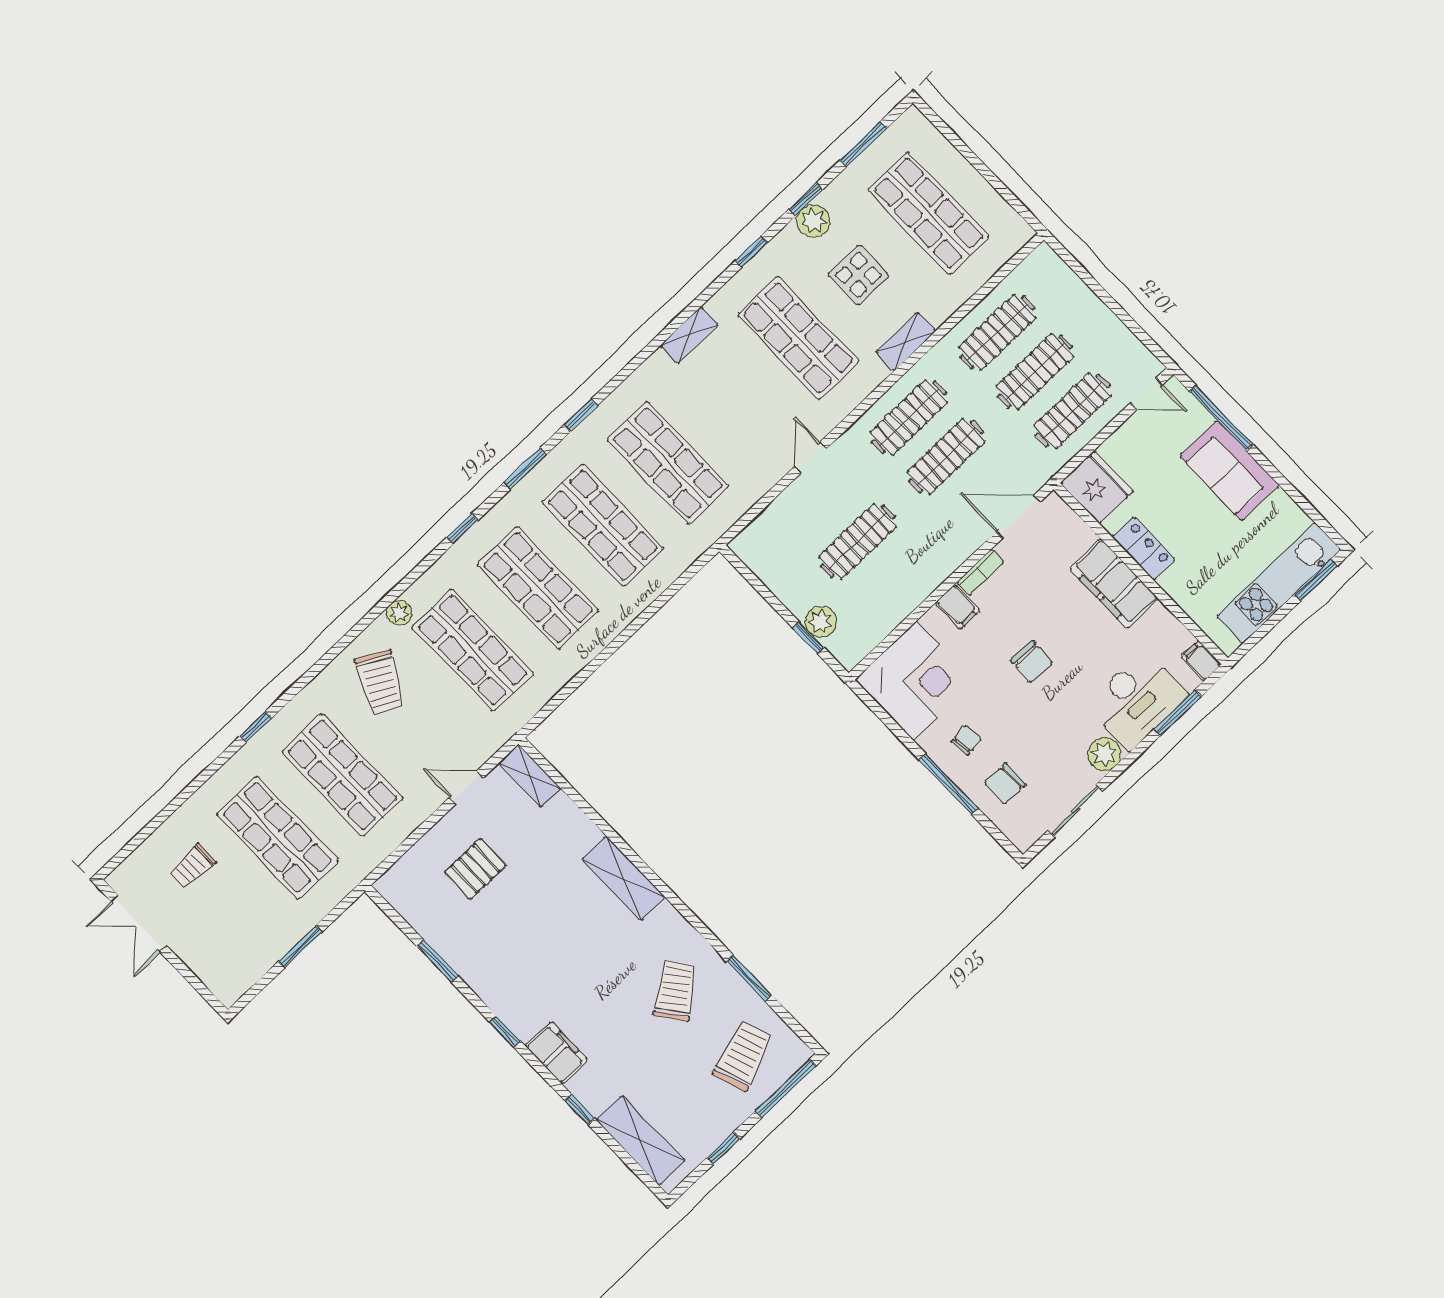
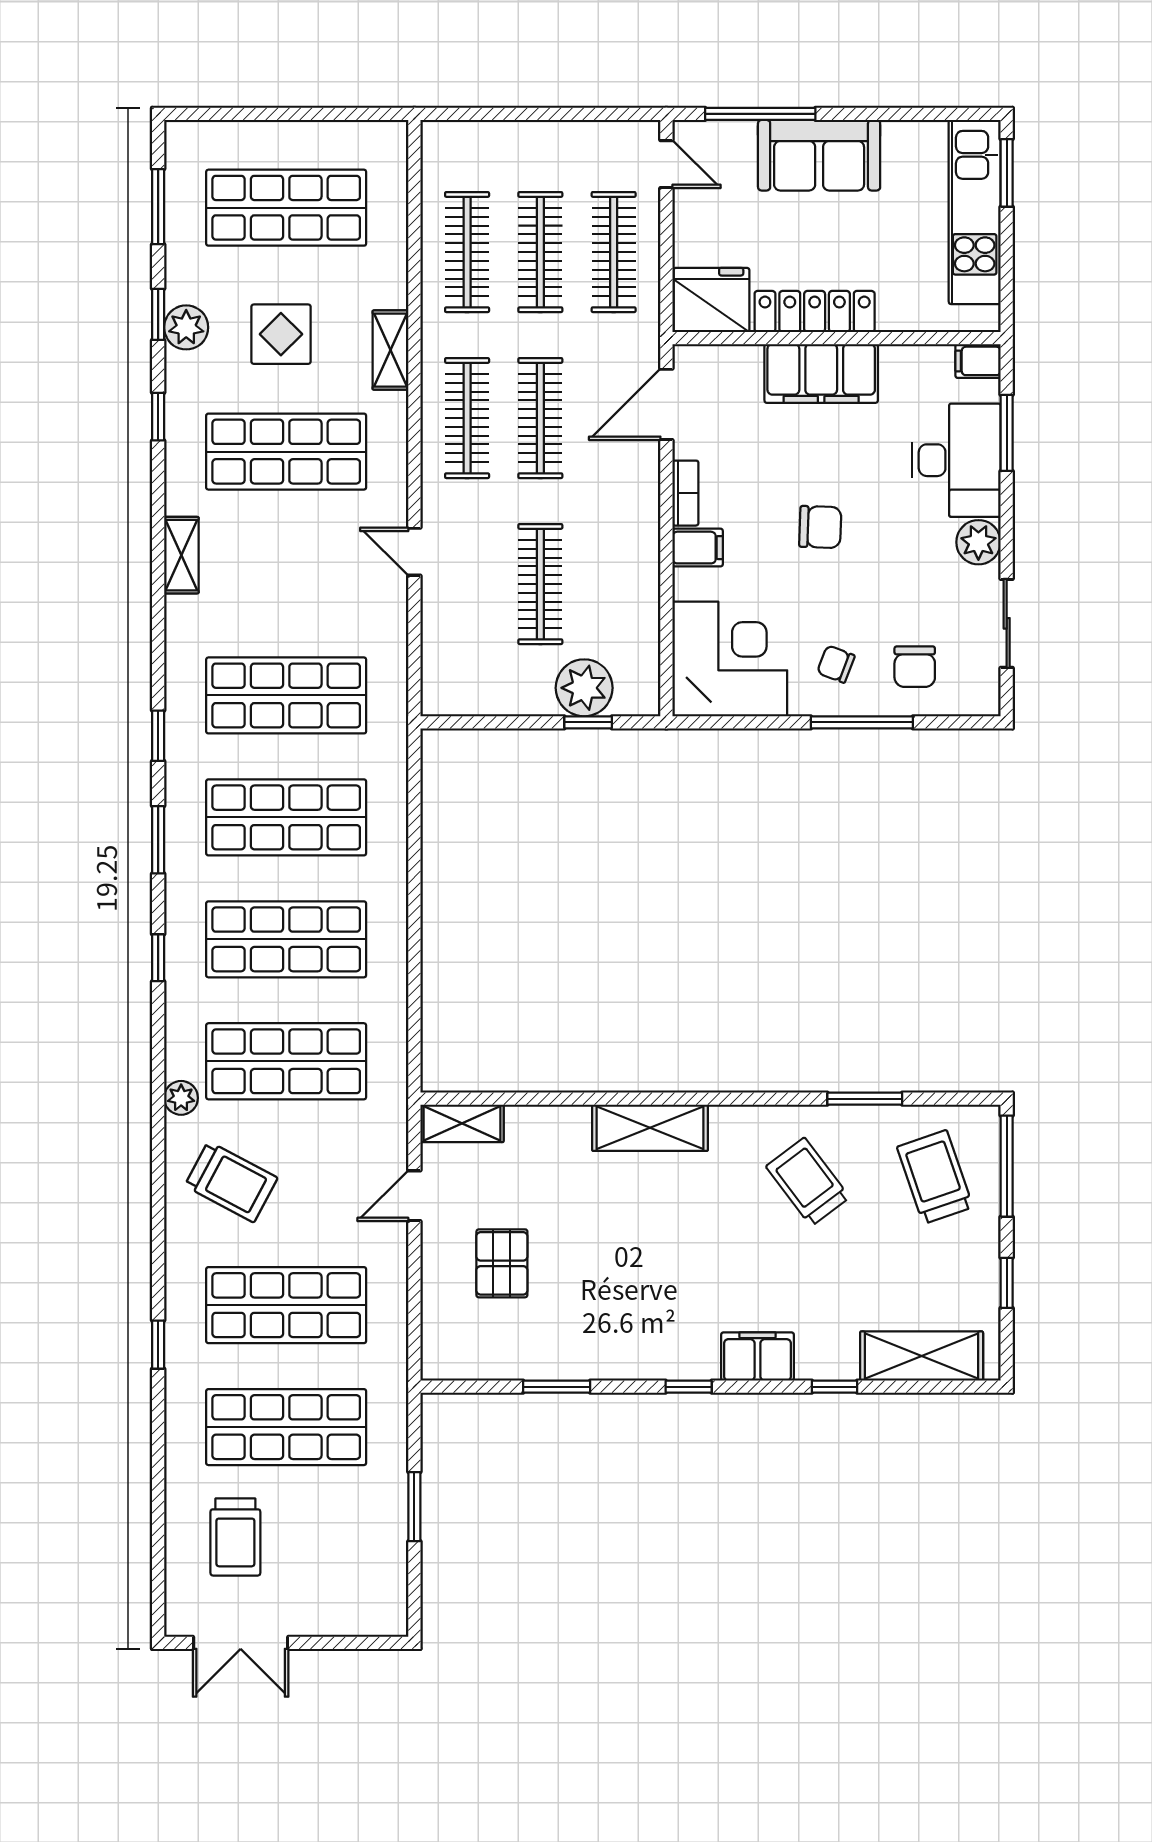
door: (1146, 394) -> (666, 164), hinge flipped
locker: (1144, 548) -> (815, 311), width x1.53
plant: (821, 622) -> (584, 688), width x1.36, depth x1.36
chair: (966, 740) -> (836, 664), turned -62
trolley: (193, 867) -> (235, 1537), width x1.36, depth x1.39

